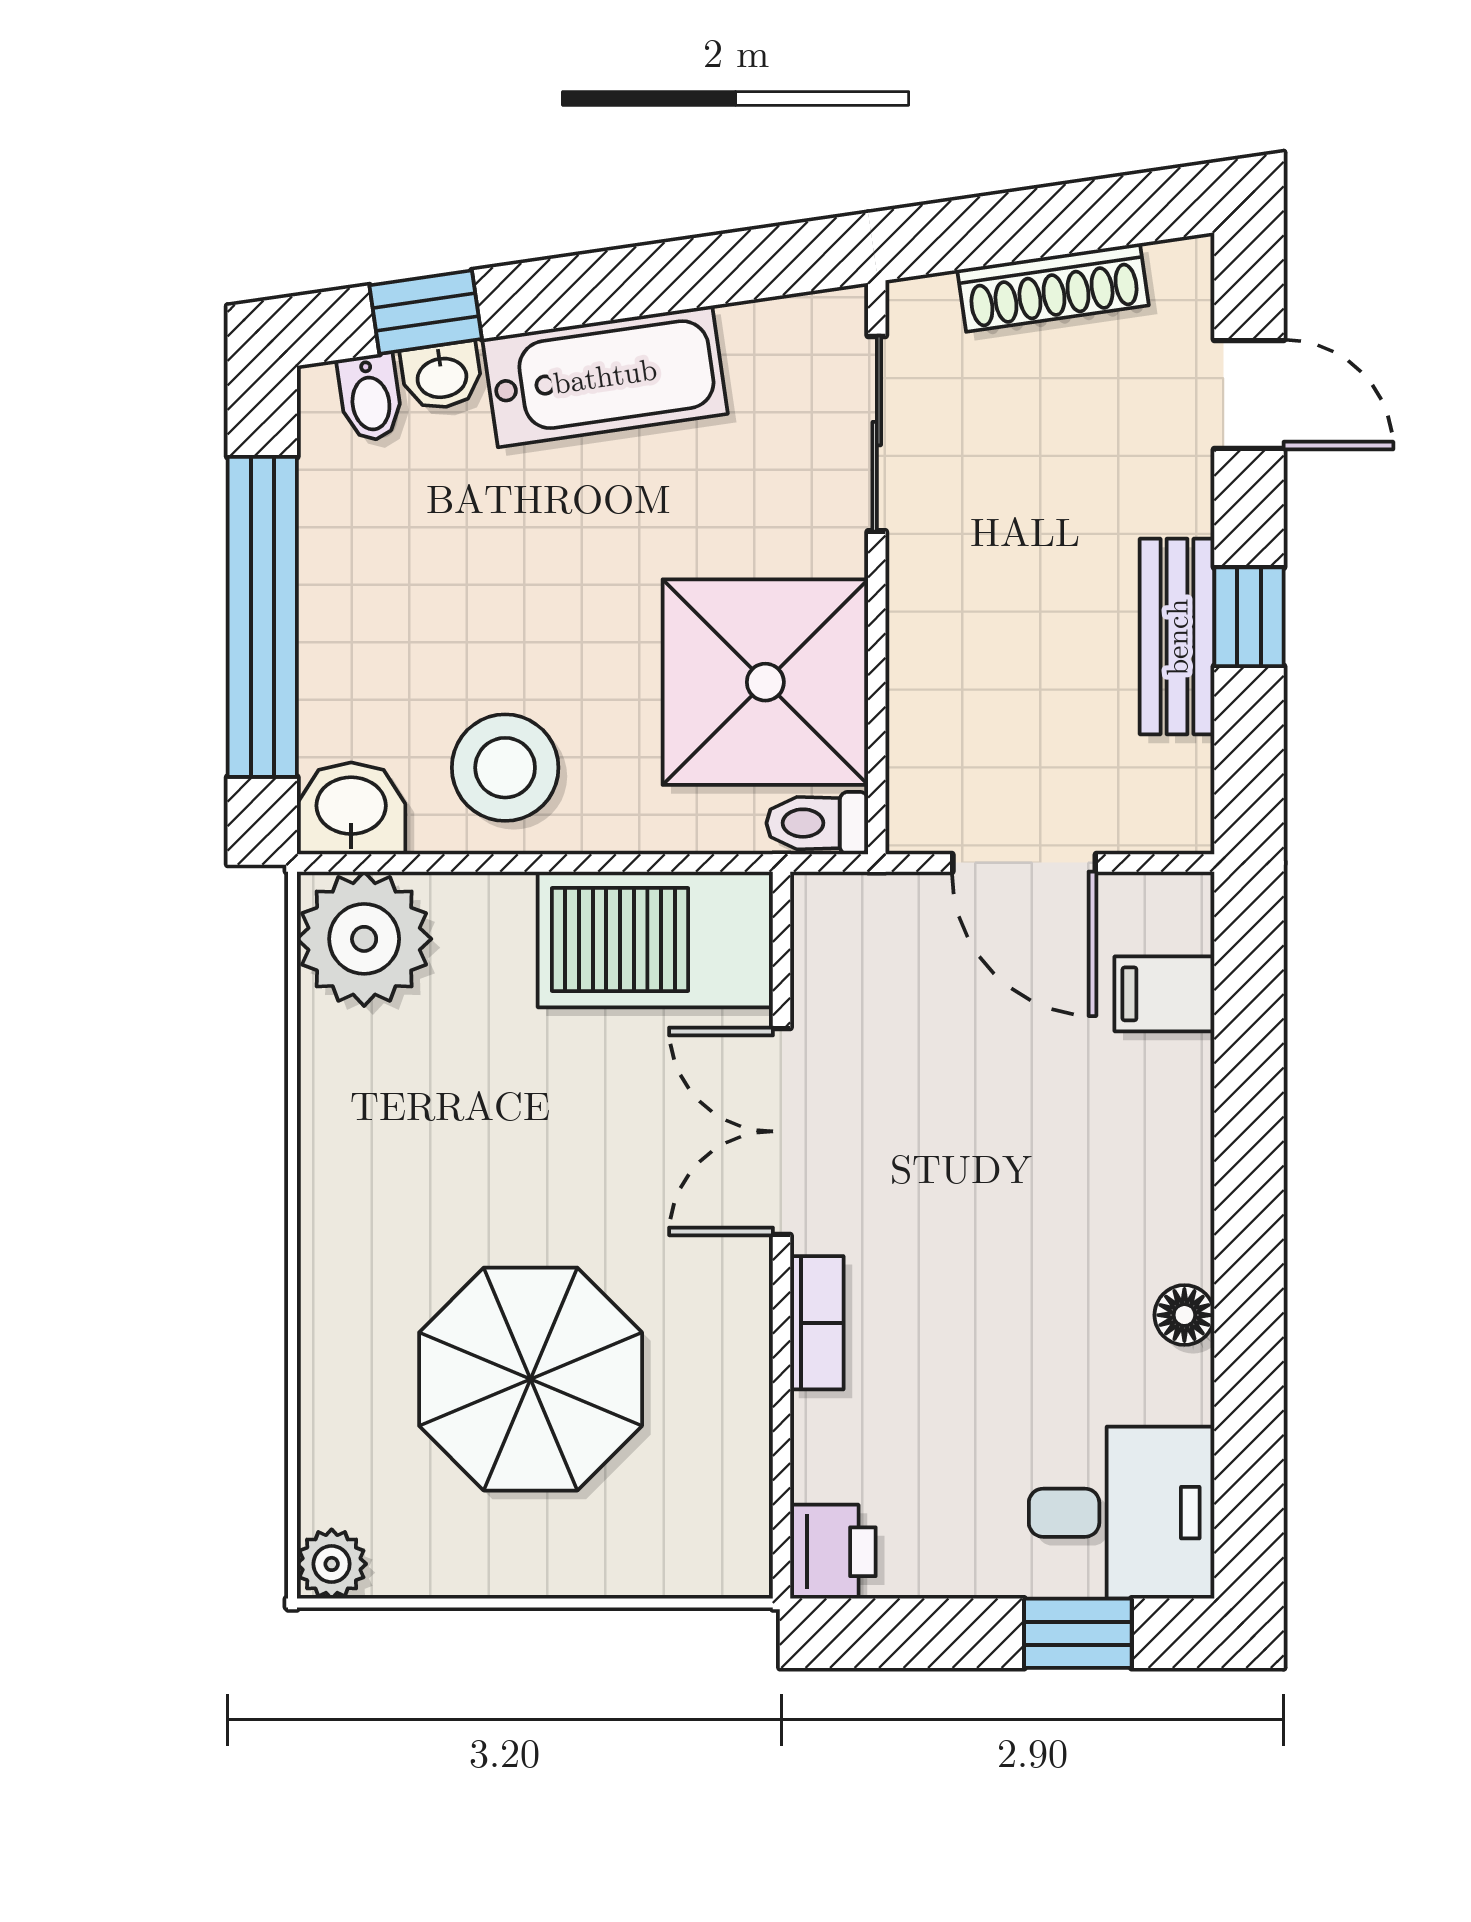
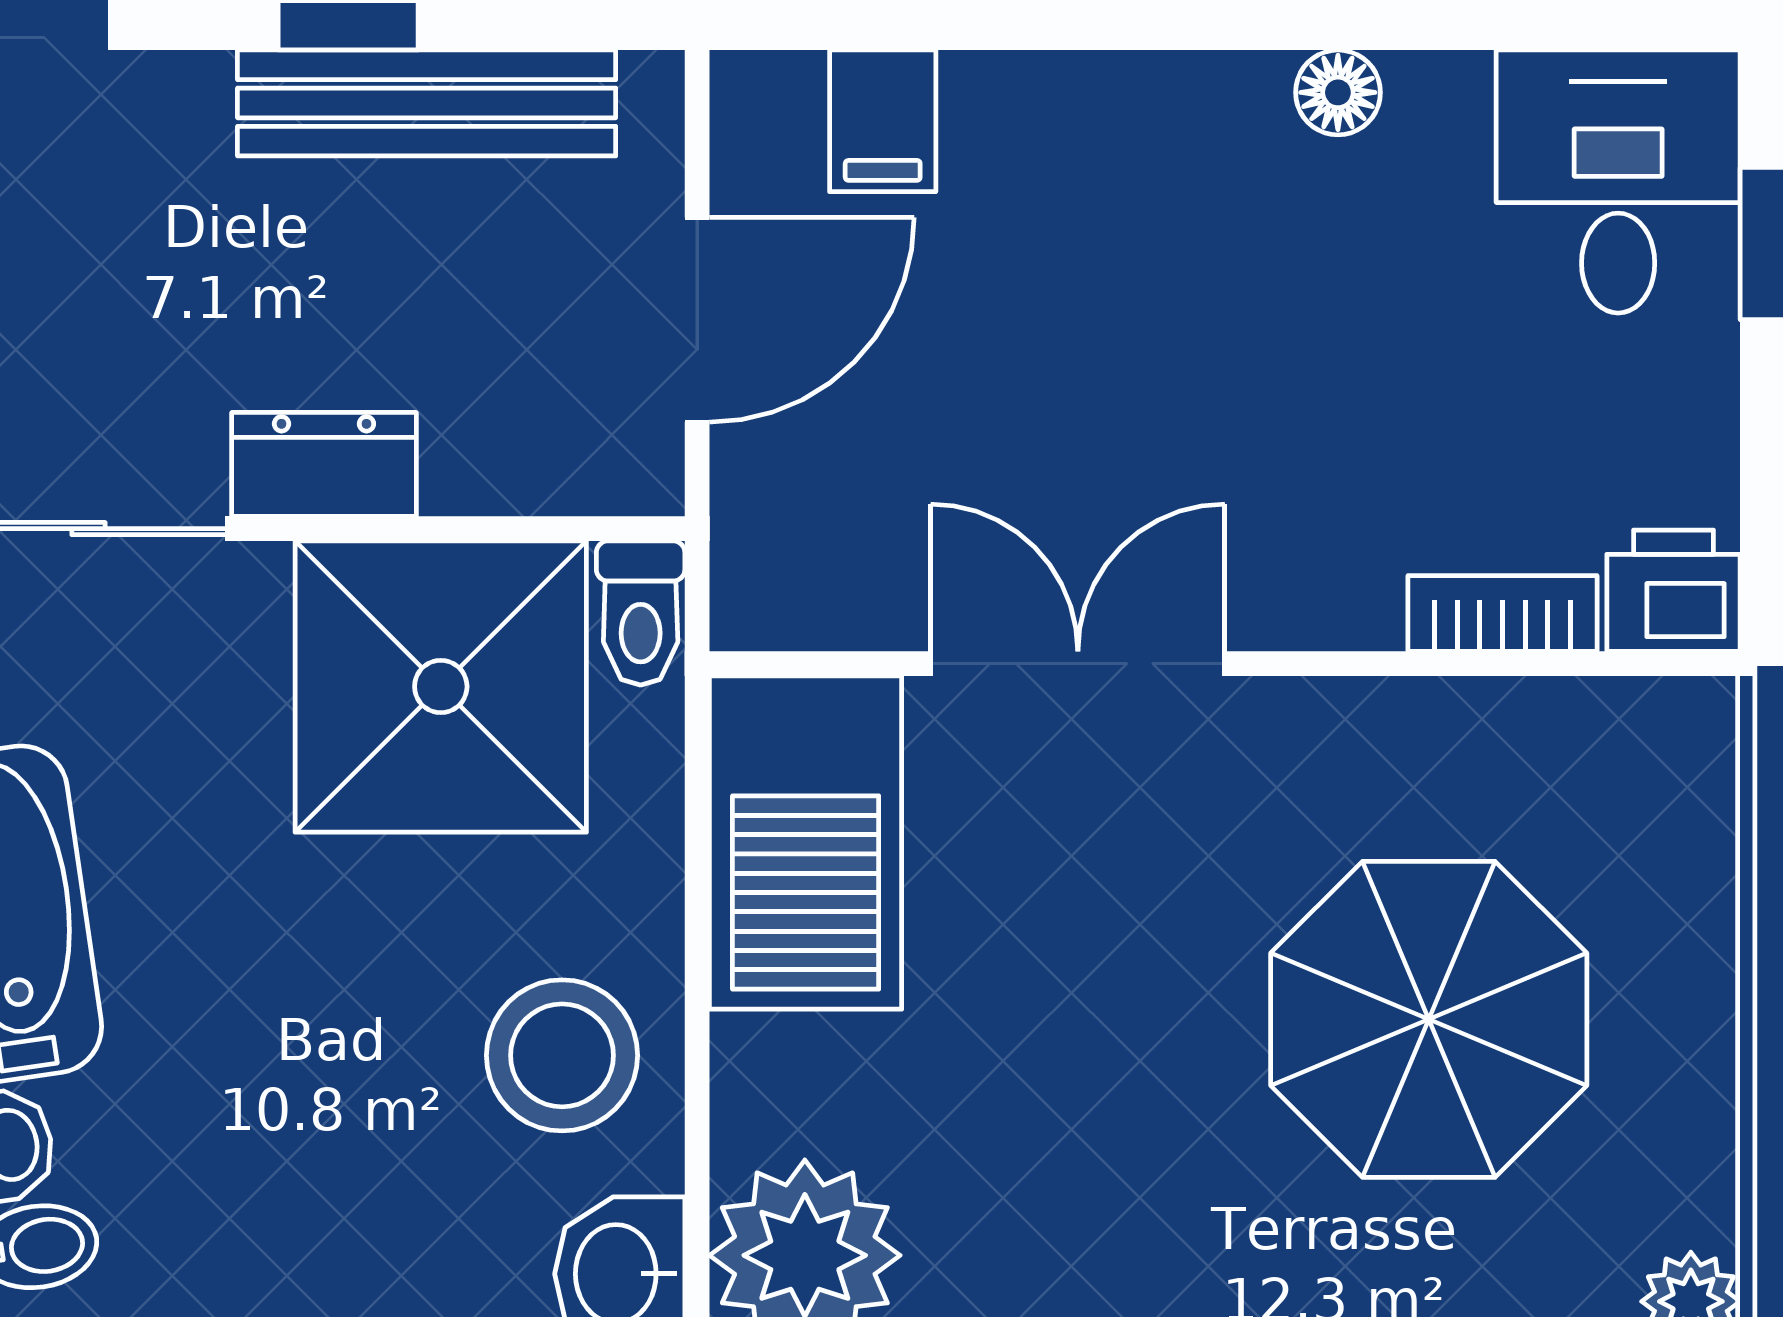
dresser: (922, 600) -> (324, 464), added
bench: (1177, 637) -> (427, 103), width x1.36
double door: (782, 1131) -> (1078, 664), swing flipped
bookcase: (817, 1323) -> (1503, 613), moved

